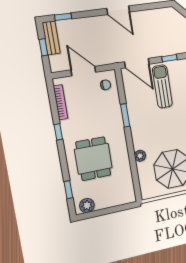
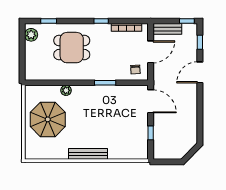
door: (118, 10) -> (200, 72), moved
bench: (51, 38) -> (167, 29), moved
window: (43, 47) -> (187, 21), moved
door: (137, 63) -> (151, 101), swing flipped
sun lounger: (162, 87) -> (126, 122), removed

